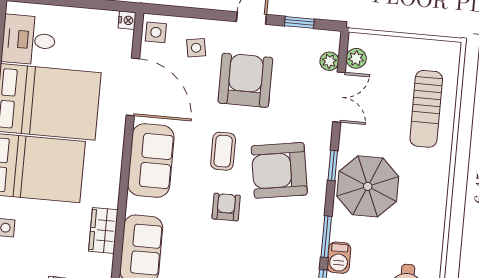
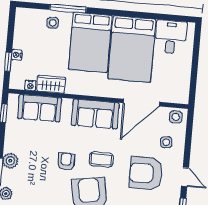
nightstand: (127, 20) -> (30, 85), moved
armchair: (245, 80) -> (146, 173), turned 180
armchair: (226, 207) -> (66, 161), turned -90

